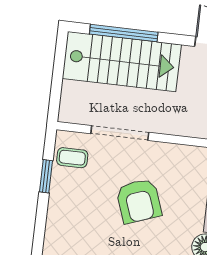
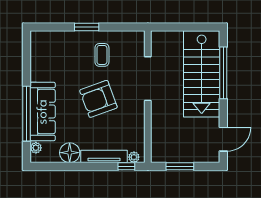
coffee table: (72, 158) -> (102, 55), moved
window: (46, 176) -> (87, 27), moved

